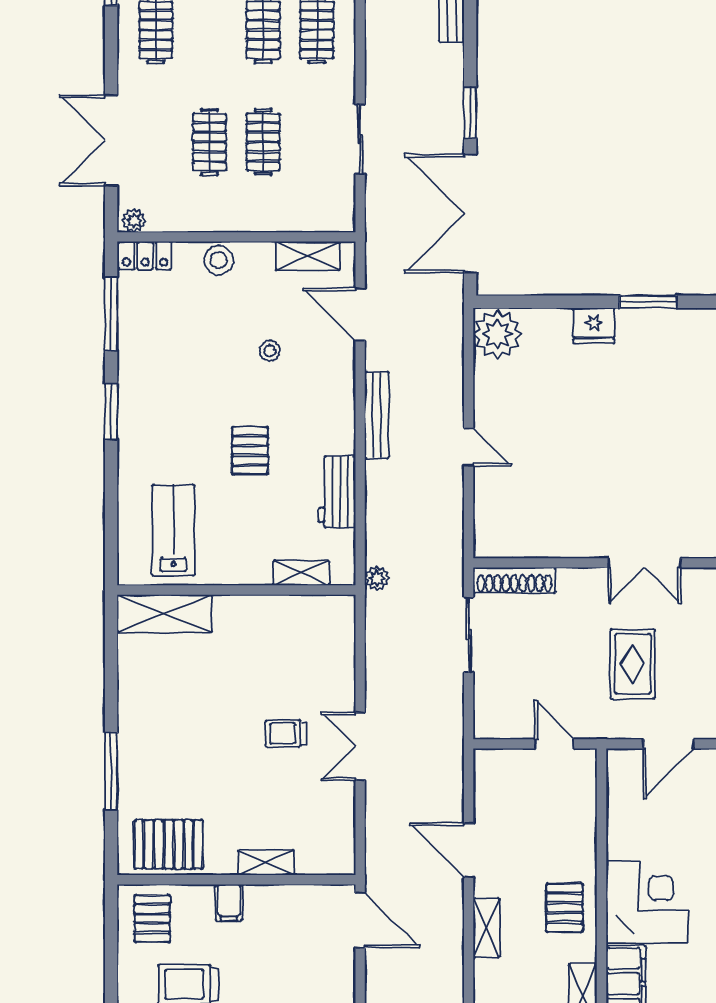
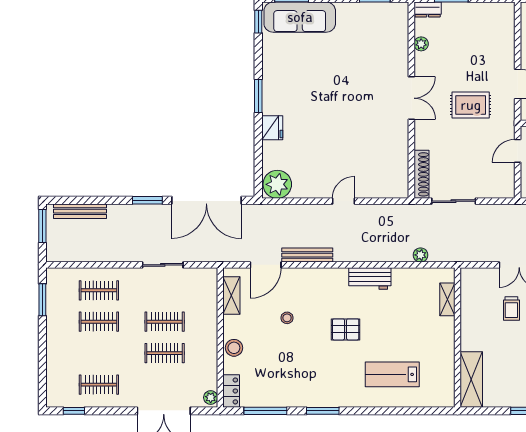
bench: (377, 415) -> (307, 255), moved
shelving: (301, 573) -> (447, 299), moved
wall: (236, 590) -> (457, 337), moved
shelving: (165, 614) -> (471, 380), moved

